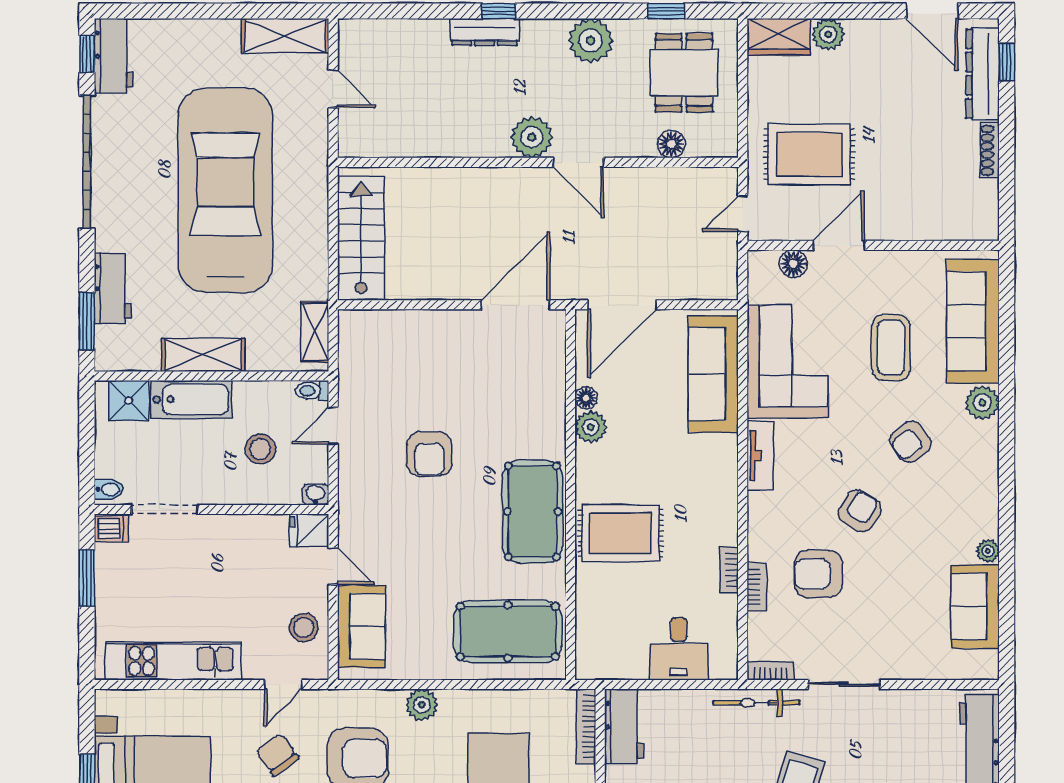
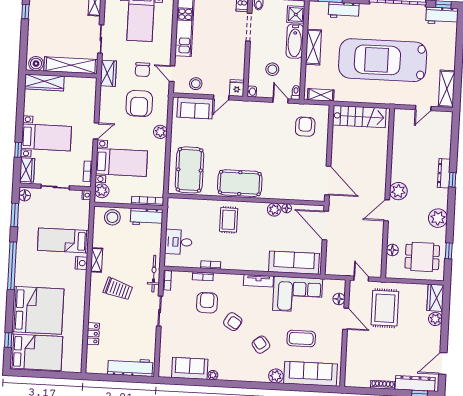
car: (225, 190) -> (383, 60), turned 180
armchair: (429, 454) -> (305, 127), moved, turned 90
rug: (621, 533) -> (229, 220), width x0.73, depth x0.70
chair: (277, 755) -> (142, 70), turned 126

